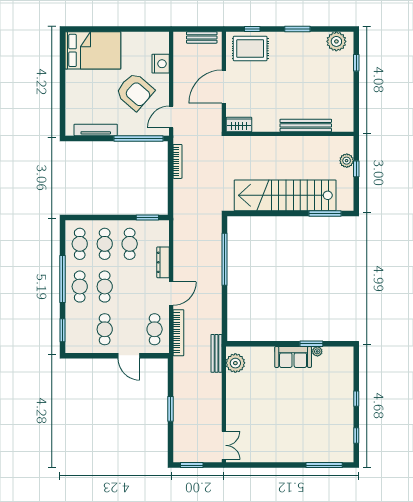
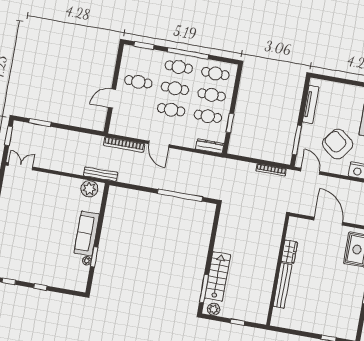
plant: (336, 41) -> (350, 325), removed
armchair: (135, 92) -> (338, 144), turned 86
wardrobe: (239, 124) -> (289, 252), moved
window: (138, 138) -> (297, 140), width x0.68
plant: (347, 161) -> (214, 309), moved
stairs: (285, 195) -> (218, 276), width x0.54, depth x0.66
window: (147, 217) -> (230, 123), moved
dresser: (163, 262) -> (210, 146), moved
cafe table: (155, 329) -> (171, 110), moved
sofa: (293, 357) -> (87, 234), width x1.36
window: (170, 409) -> (40, 123), moved
double door: (224, 445) -> (20, 166), swing flipped

